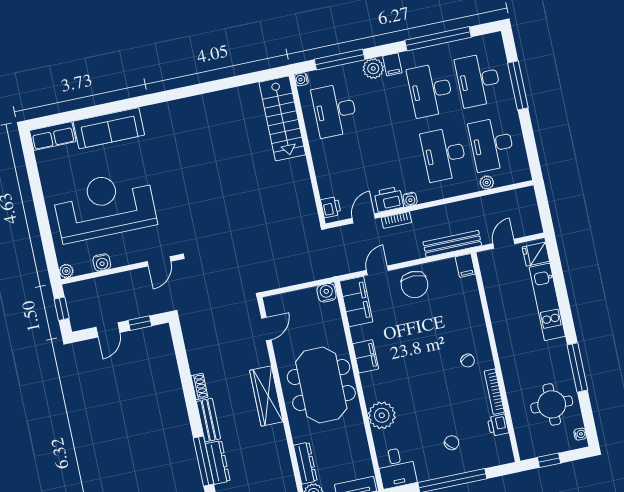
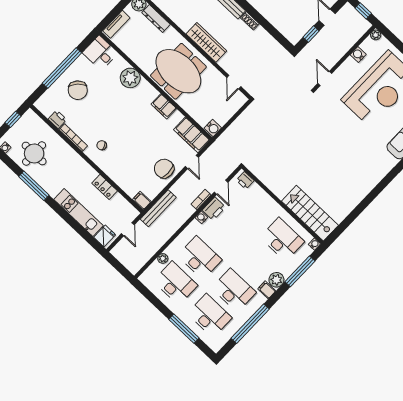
locker: (497, 310) -> (105, 187), added
chair: (452, 443) -> (78, 90), width x1.87, depth x1.87

